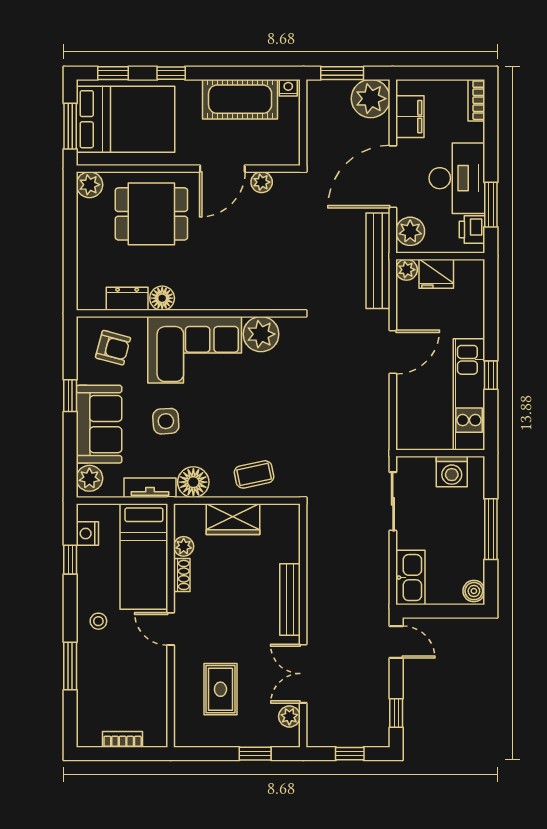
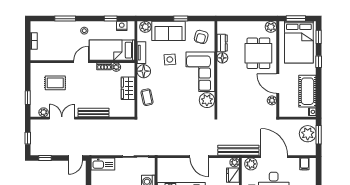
plant: (371, 99) -> (308, 134), moved
filing cabinet: (410, 117) -> (304, 164), width x0.50

